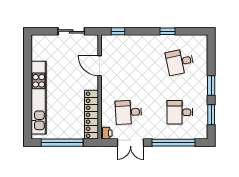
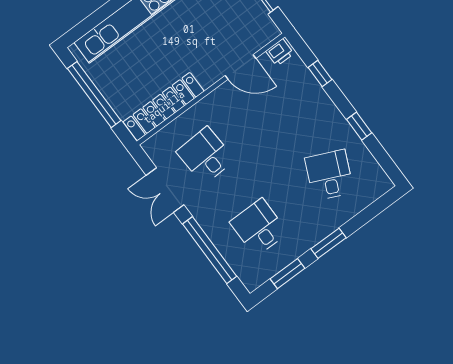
window: (118, 31) -> (320, 73), moved
desk: (180, 62) -> (329, 175), turned 36
door: (100, 66) -> (240, 67), swing flipped
printer: (106, 133) -> (280, 52), moved

